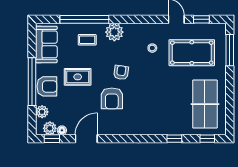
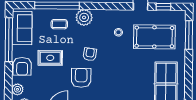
window: (32, 82) -> (9, 40), moved
armchair: (47, 86) -> (22, 66), turned 90
armchair: (112, 98) -> (81, 78), turned 180

